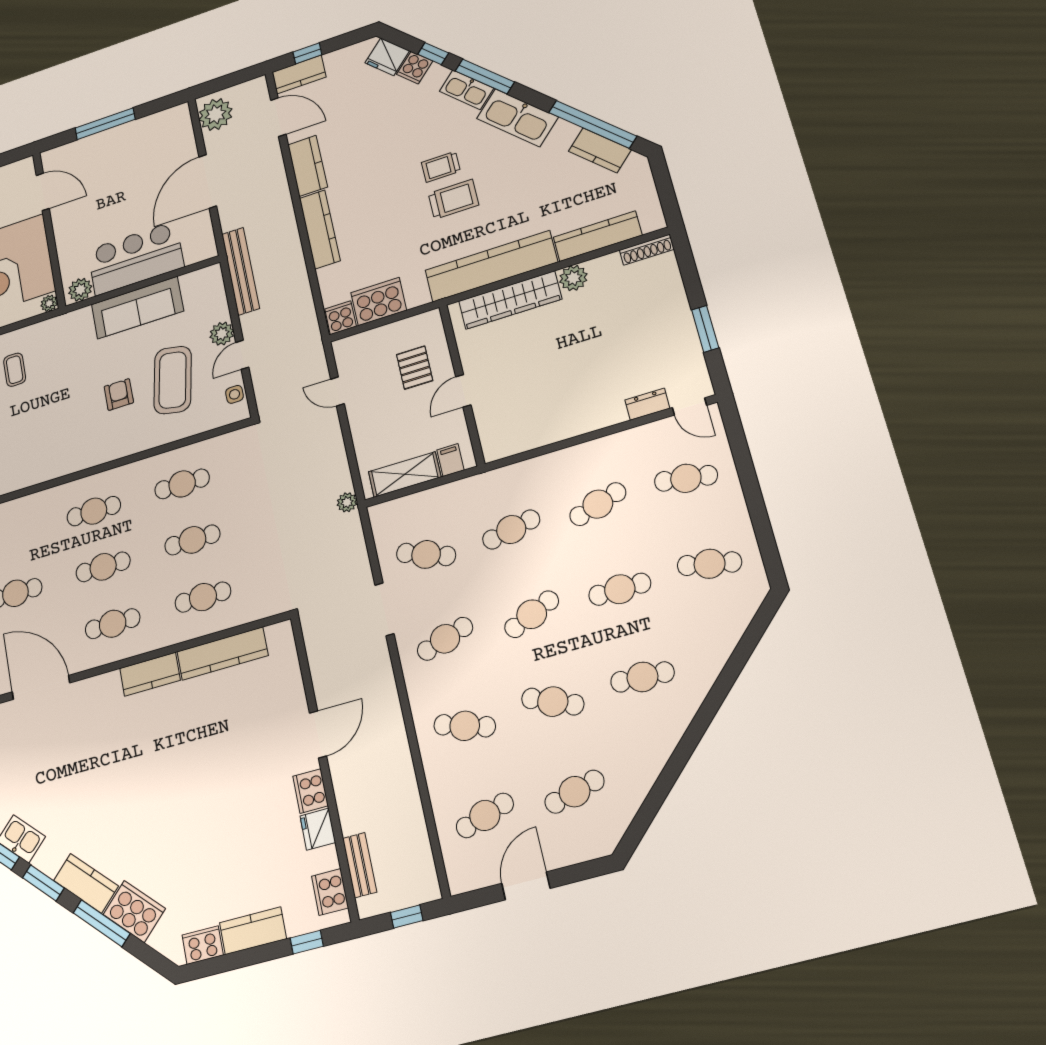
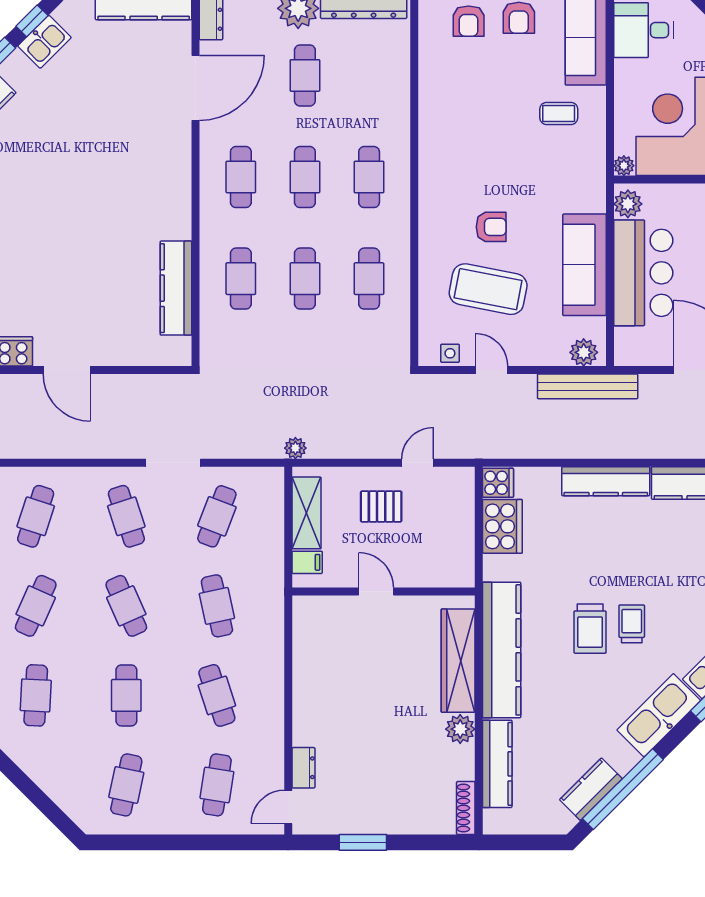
plant: (222, 334) -> (584, 352), moved
pallet: (415, 368) -> (381, 506), moved
kitchen counter: (150, 674) -> (176, 208), removed

